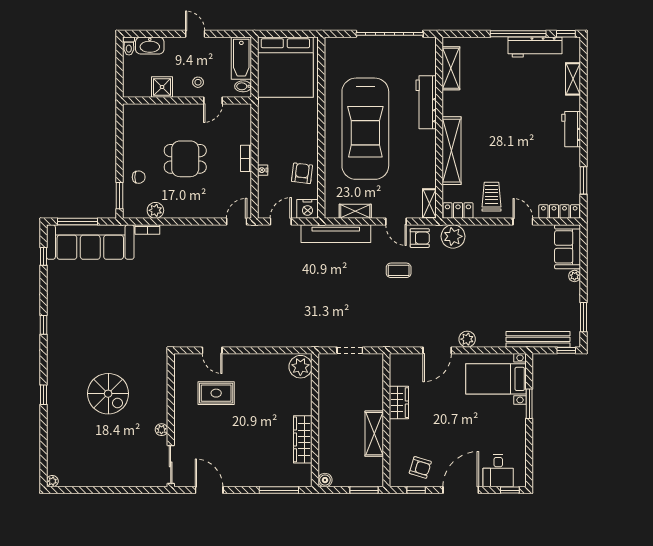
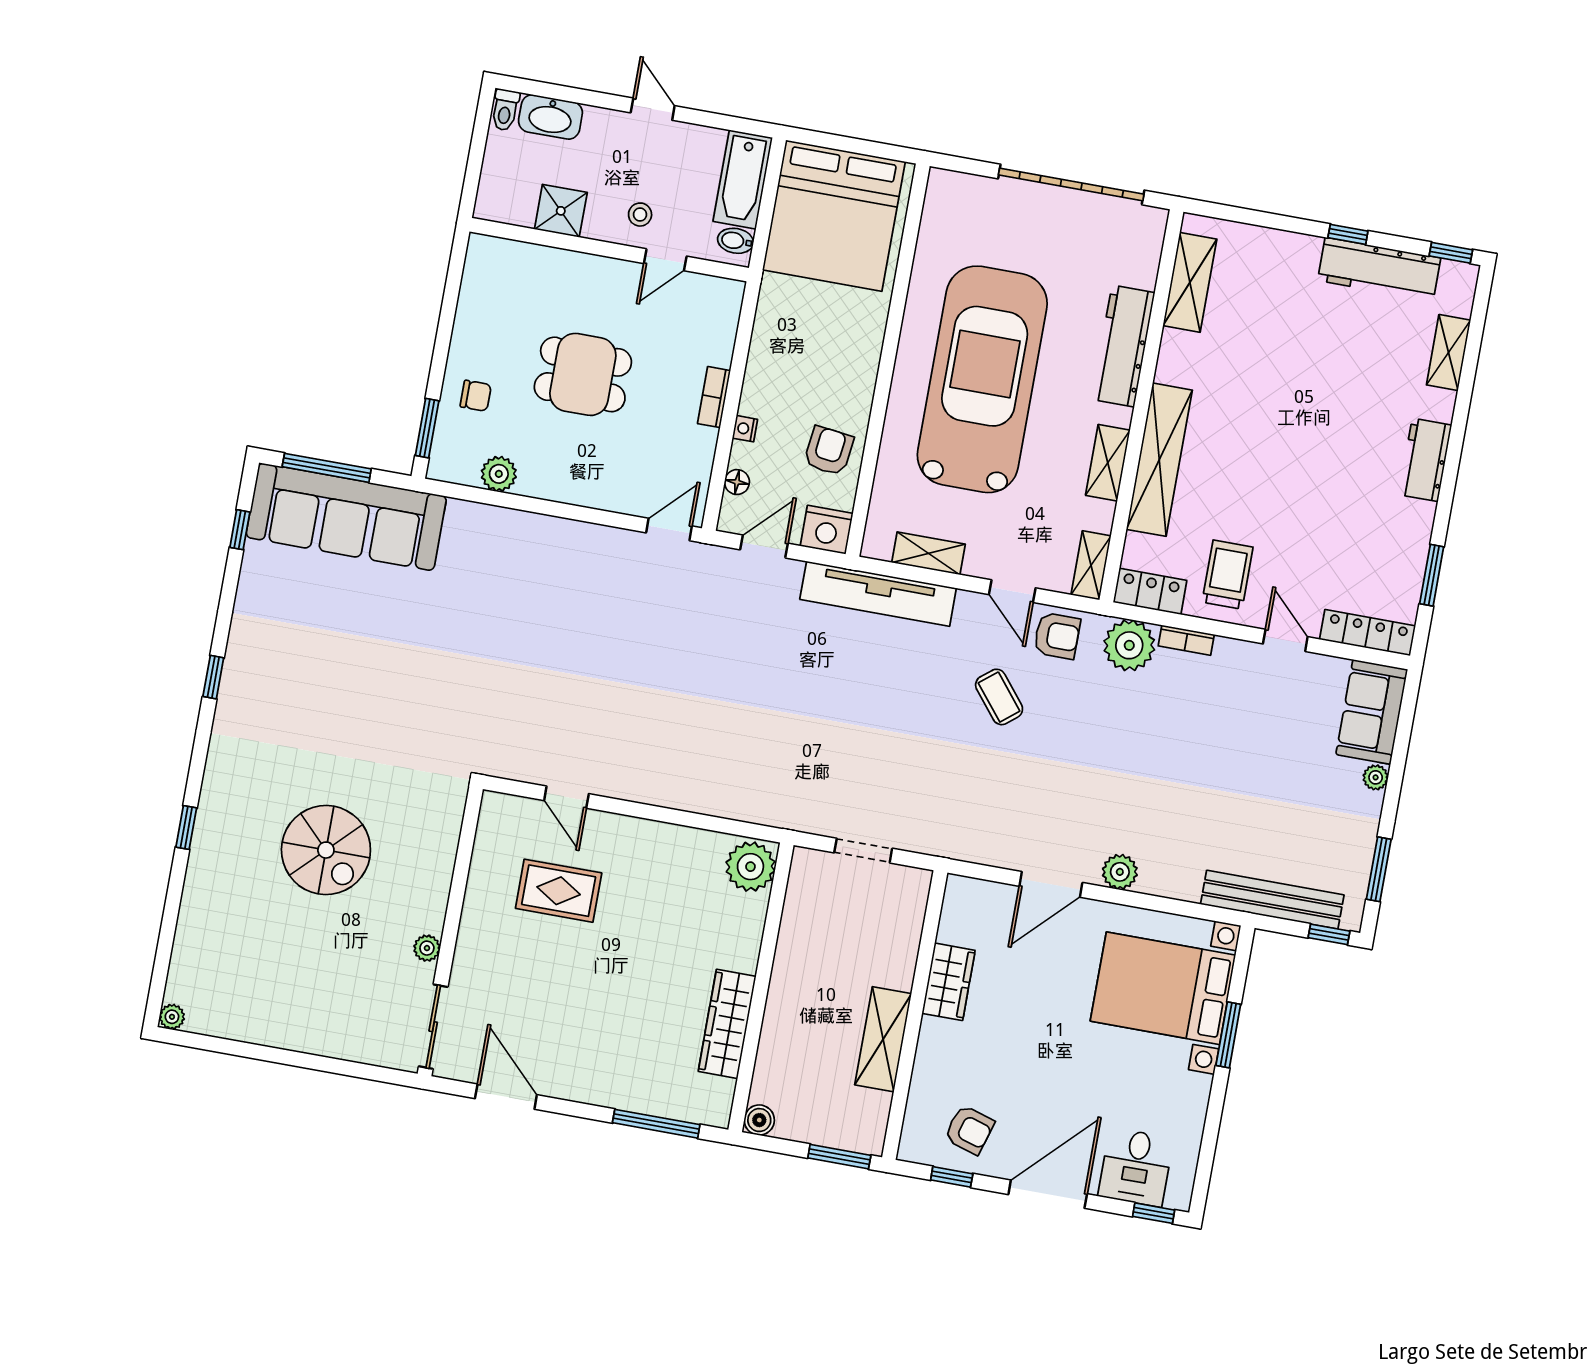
window: (518, 34) -> (1348, 234), width x0.32
car: (365, 129) -> (982, 379), turned 180
shelving: (429, 156) -> (1108, 463), added
floor lamp: (263, 195) -> (737, 482), added
bookcase: (147, 230) -> (1186, 640), moved
coffee table: (399, 270) -> (999, 697), turned 51
bed with nightstands: (496, 379) -> (1163, 988), width x1.36

